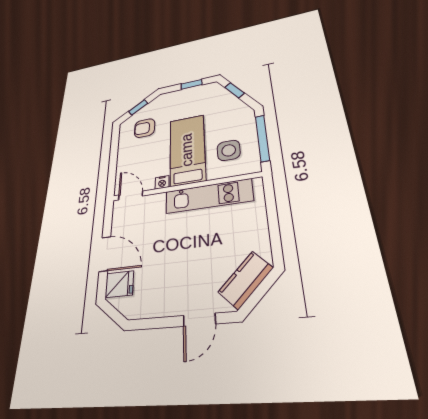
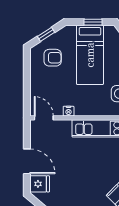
armchair: (145, 128) -> (53, 58), turned 180
bed: (187, 150) -> (90, 55), moved, turned 180

